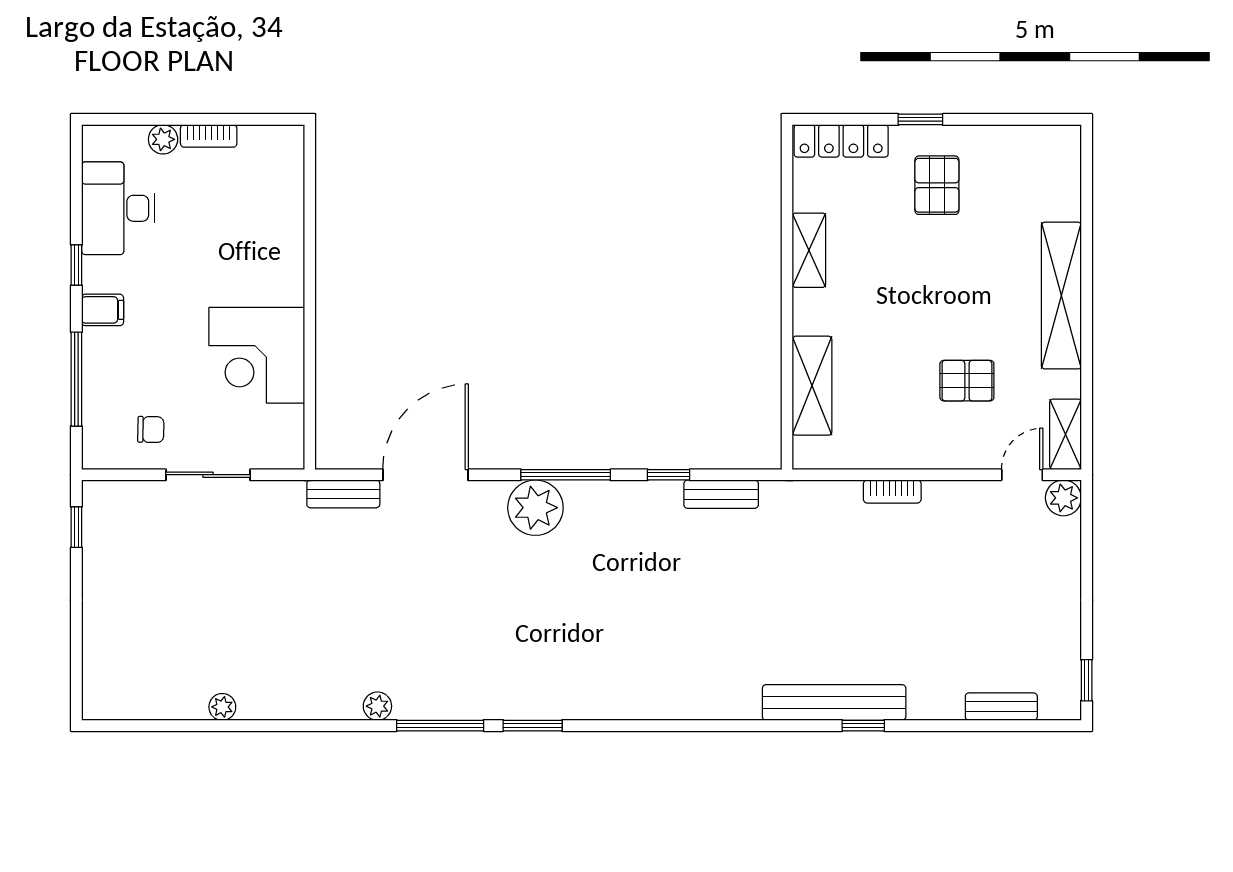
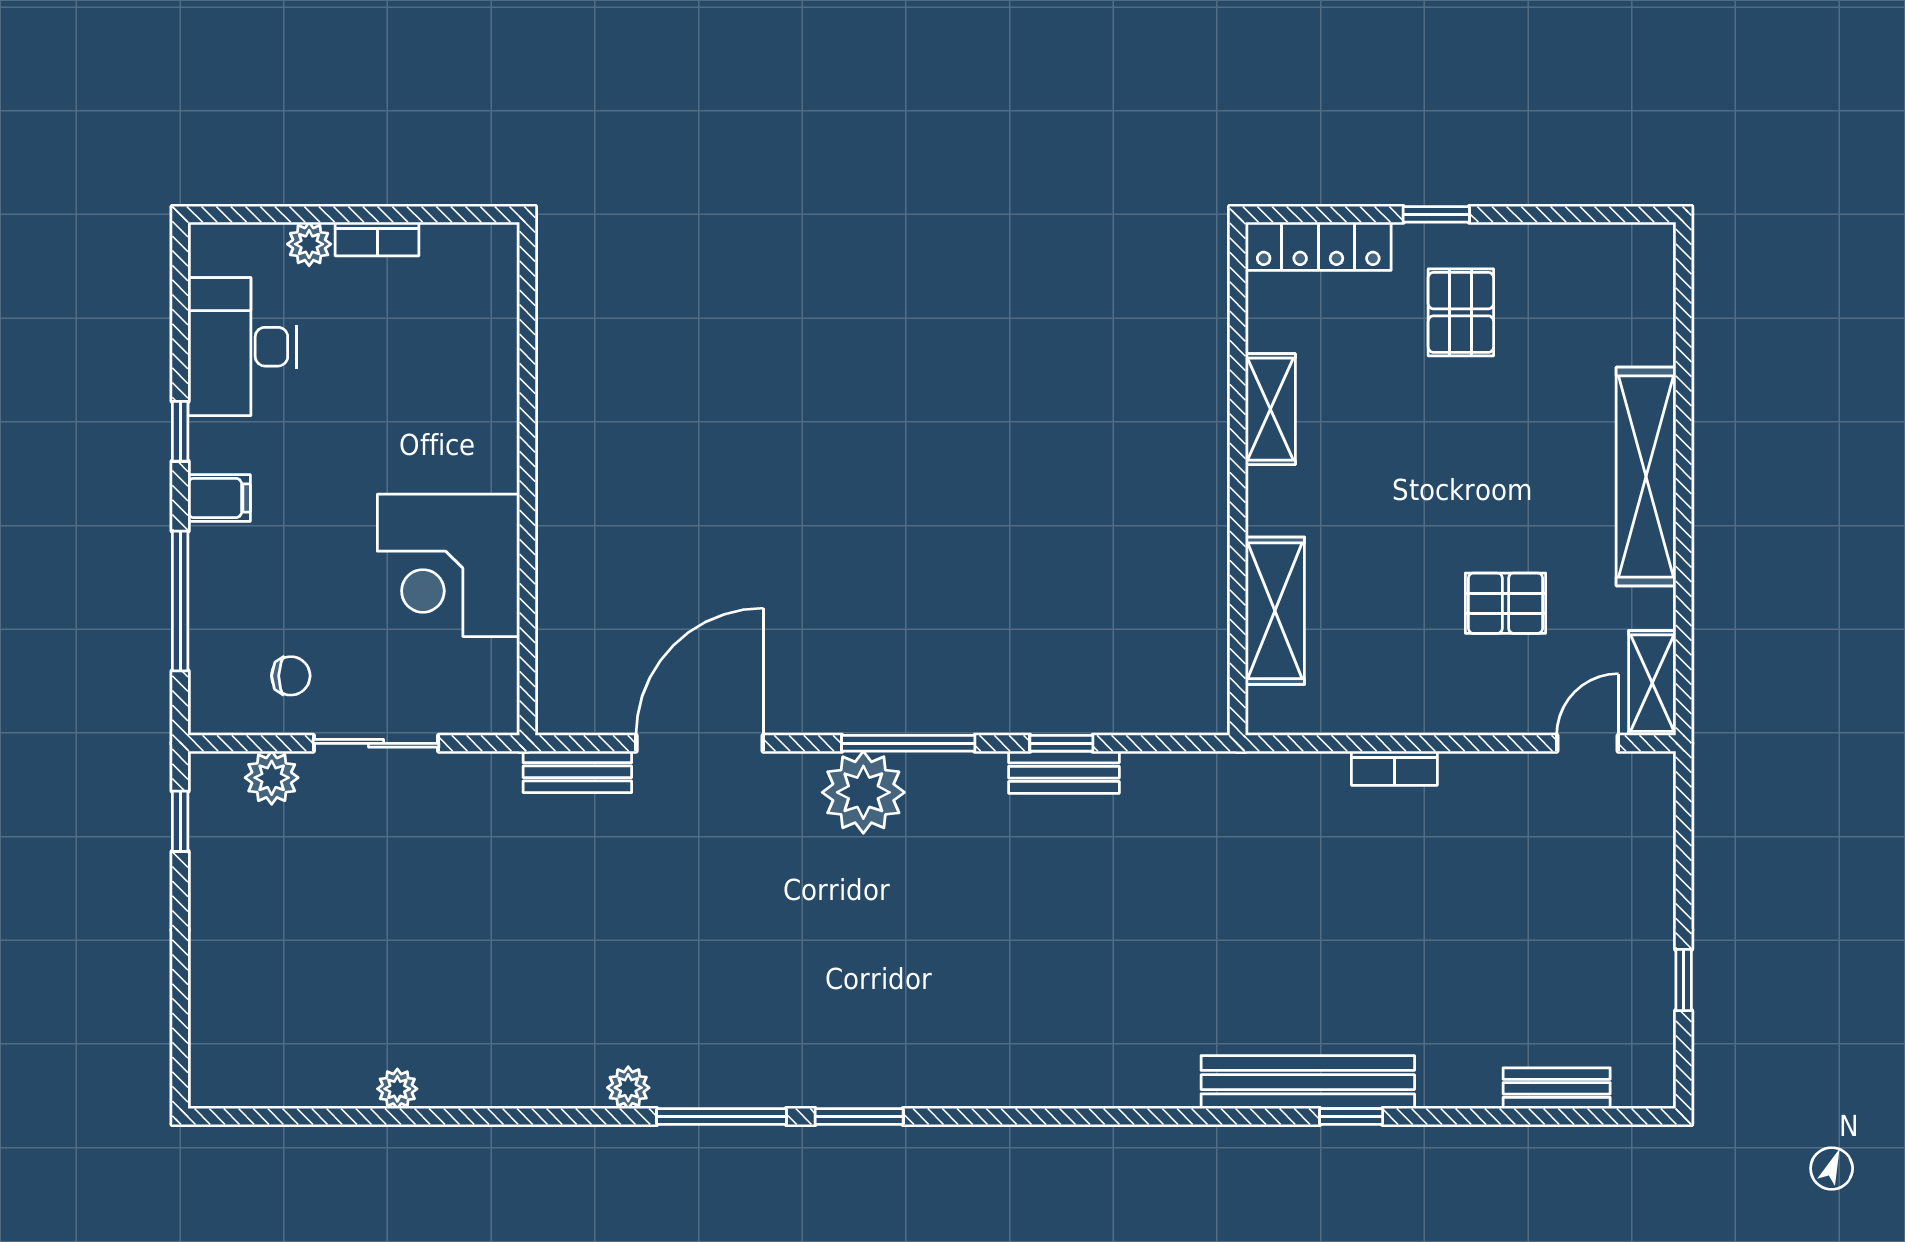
bench: (721, 494) -> (1064, 772), moved
plant: (1063, 498) -> (272, 778), moved
window: (1087, 680) -> (1684, 980), moved

